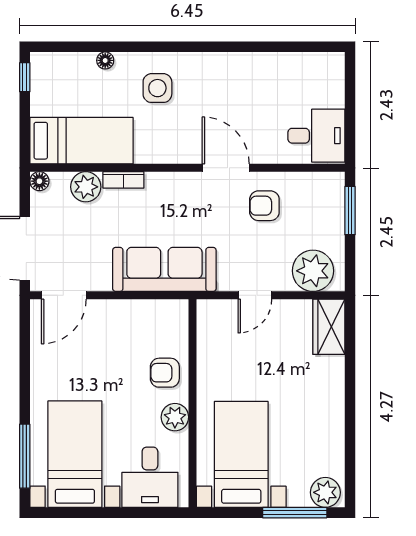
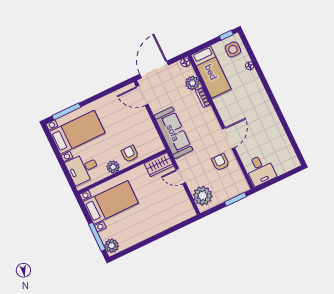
side table: (157, 88) -> (233, 49), moved
wardrobe: (329, 327) -> (159, 165), moved, turned 180

